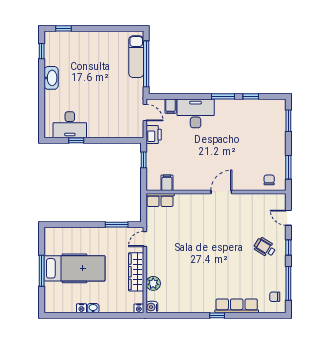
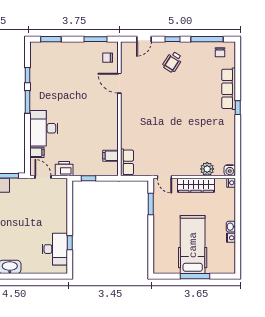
door: (145, 113) -> (43, 177), hinge flipped
door: (221, 192) -> (119, 83), moved

